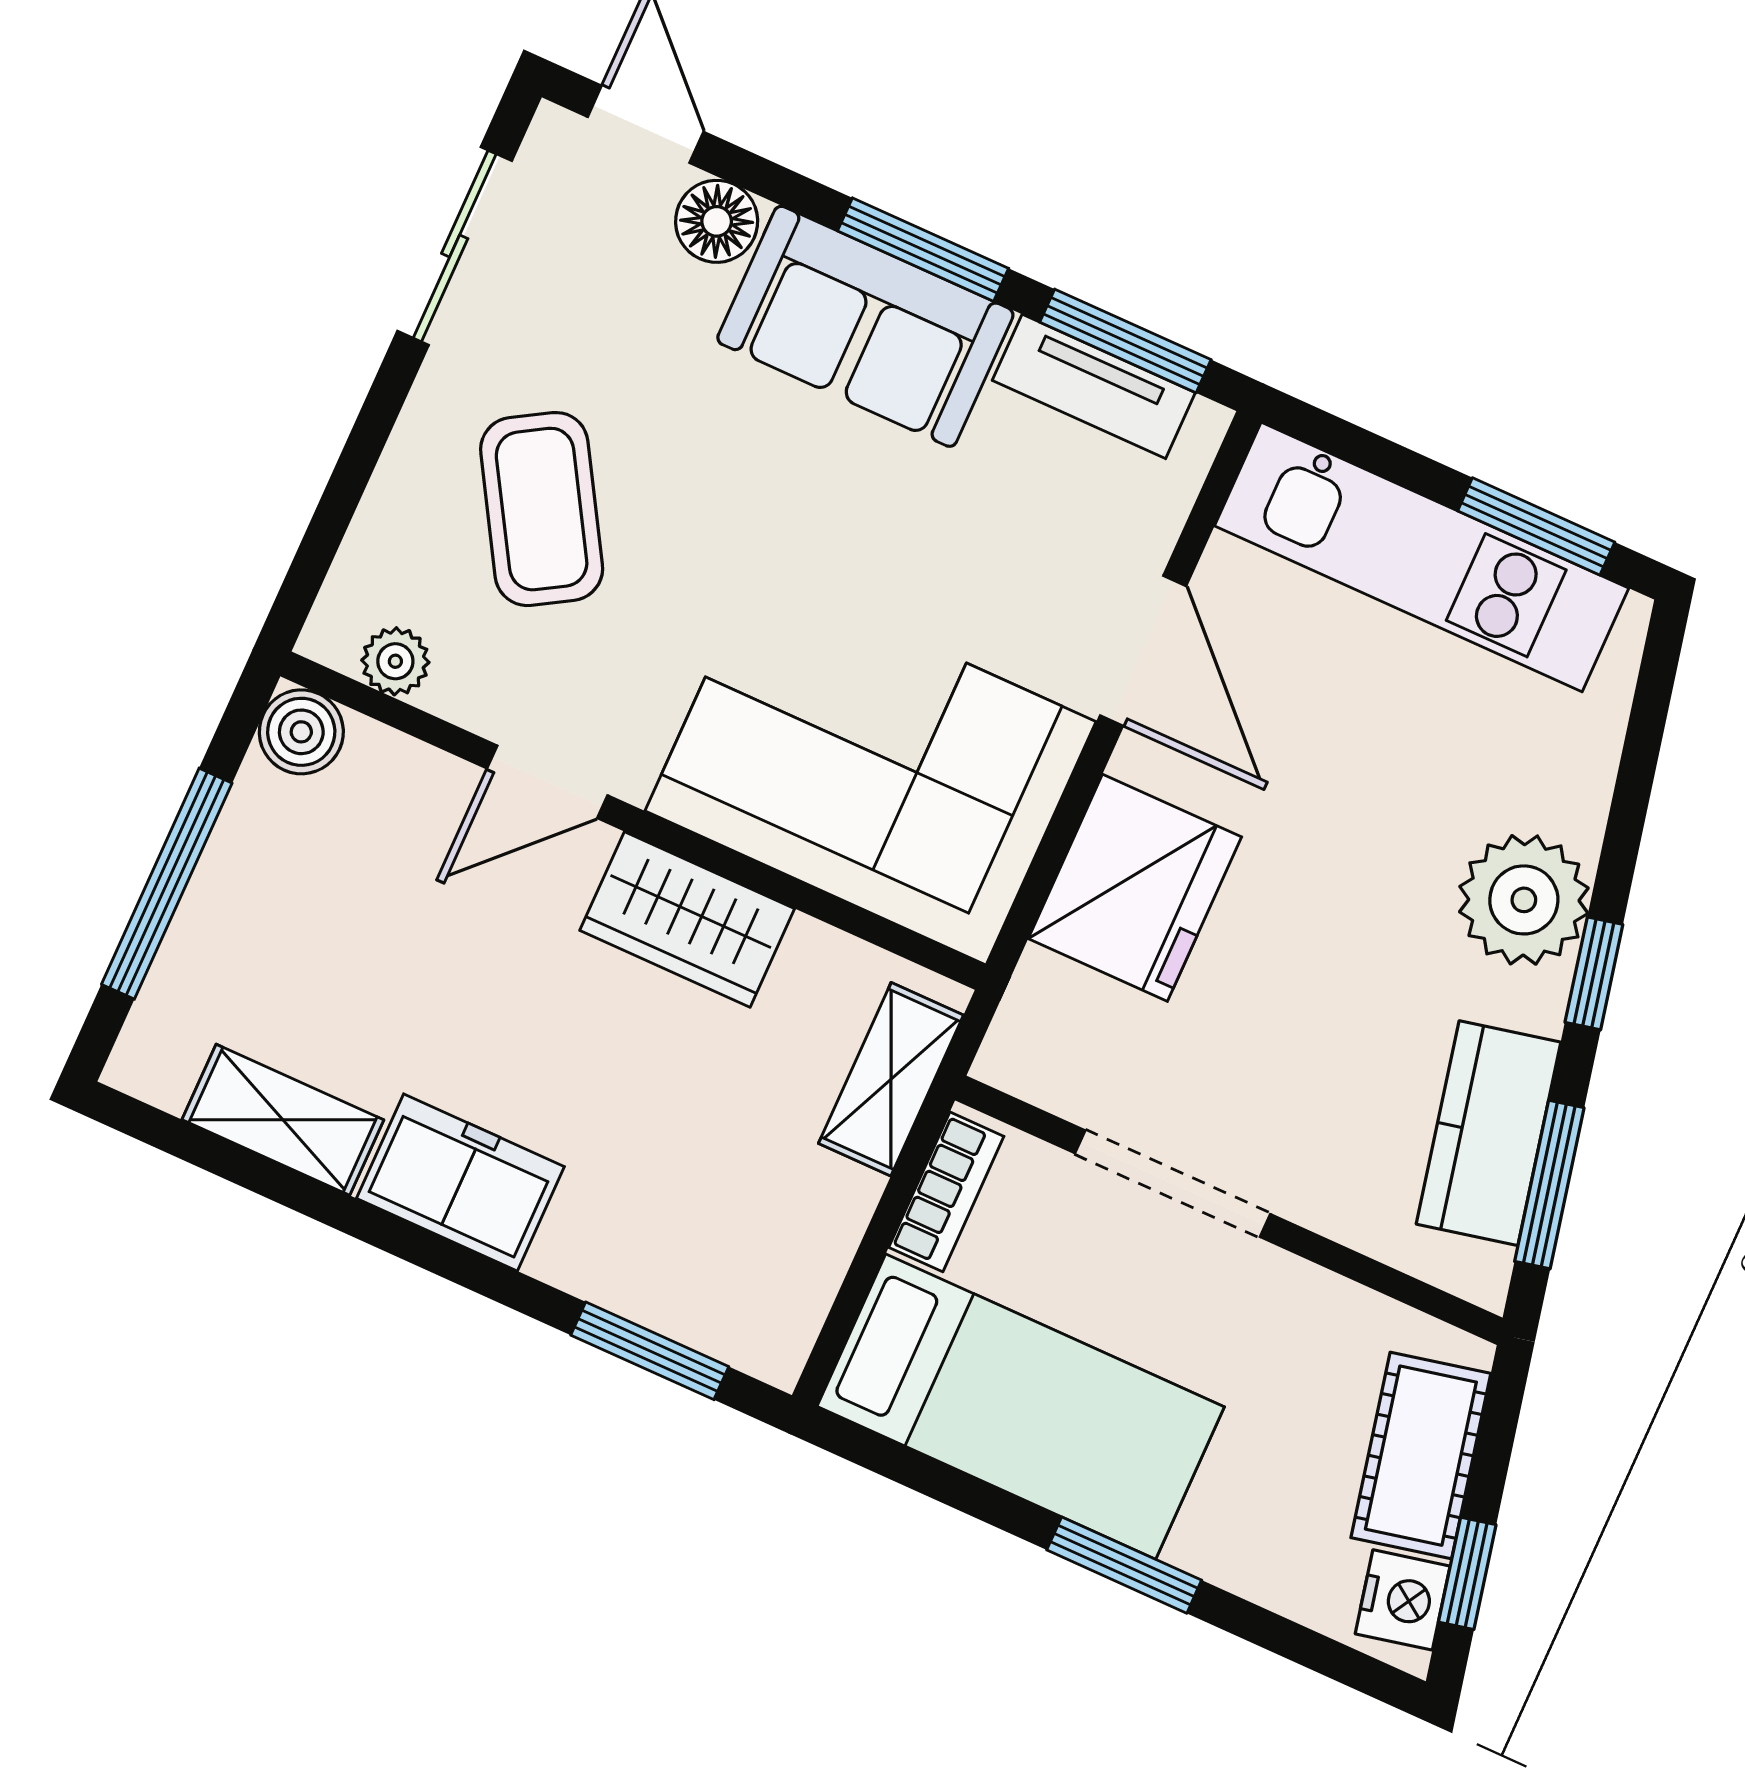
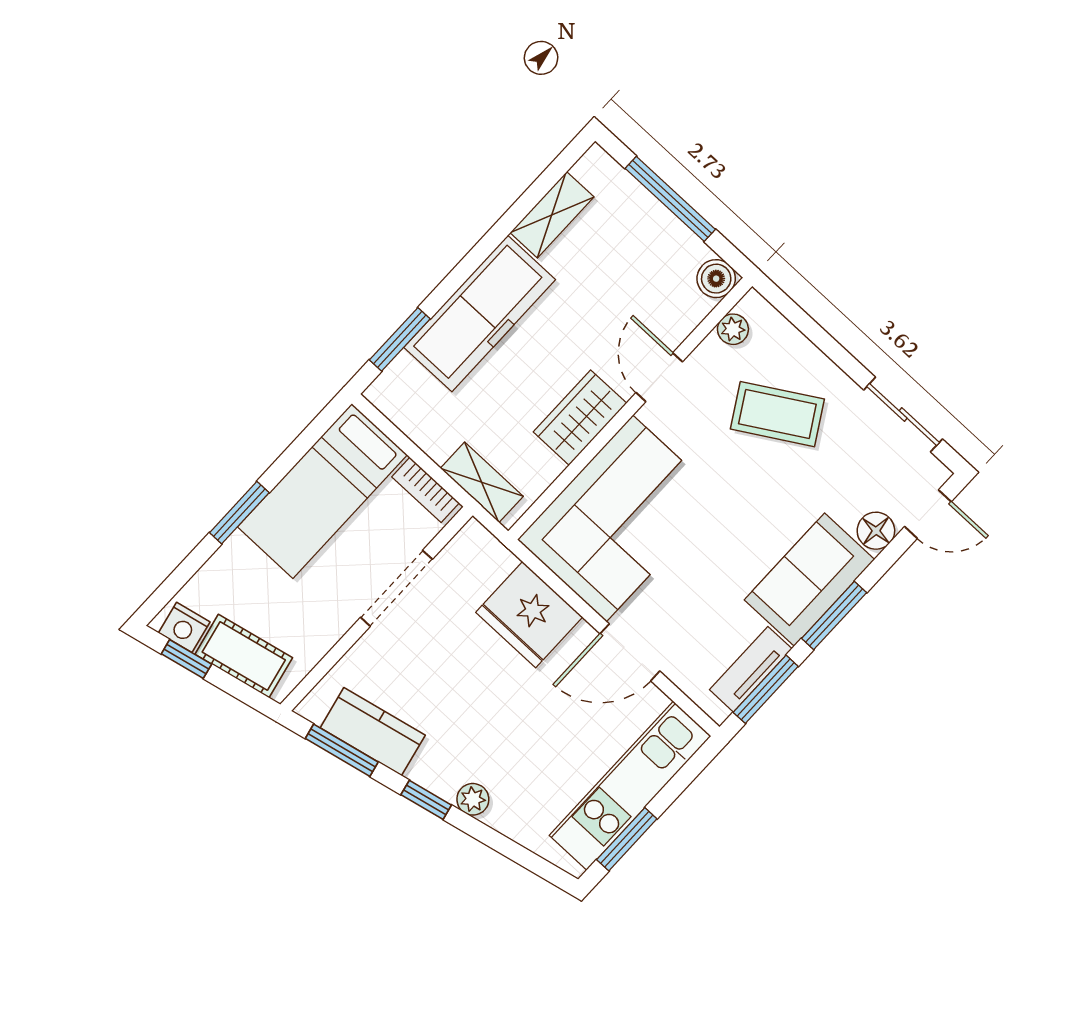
plant: (1524, 900) -> (473, 799), width x0.53, depth x0.53
freezer: (460, 1182) -> (480, 314), width x1.91, depth x1.26

